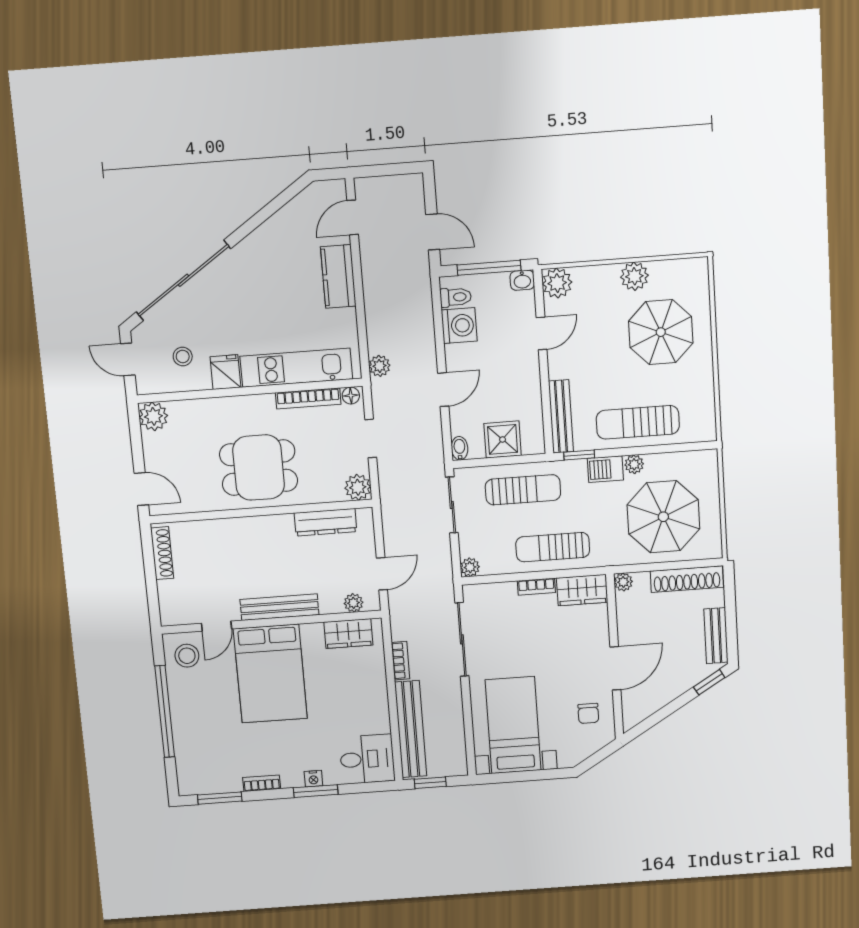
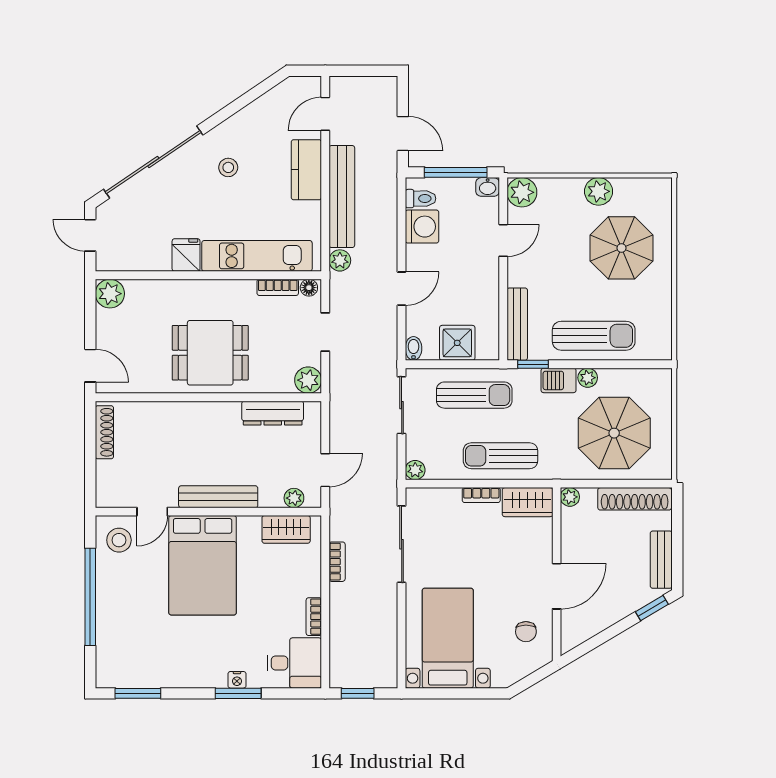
stool: (183, 357) -> (228, 167), moved
bookcase: (308, 398) -> (278, 287), width x0.64
sun lounger: (638, 422) -> (594, 336), turned 180
bench: (411, 729) -> (342, 197), moved
bookcase: (262, 783) -> (314, 617), moved, turned -90

